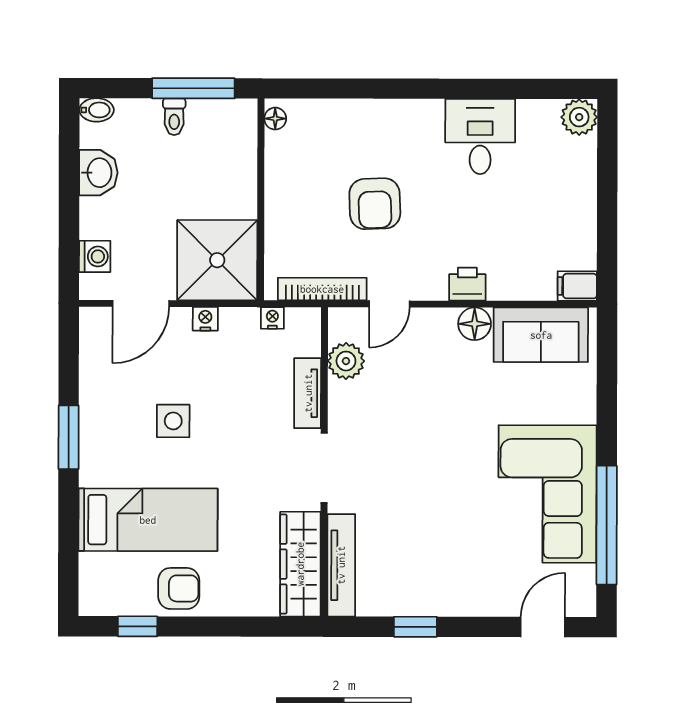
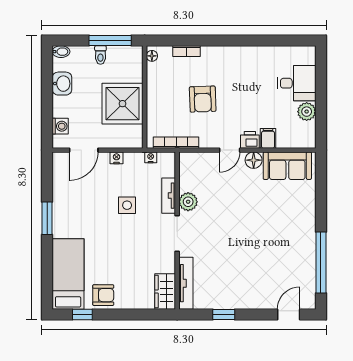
bookcase: (343, 109) -> (187, 51), added
plant: (579, 117) -> (307, 112), moved
desk: (480, 137) -> (297, 83), moved, turned 90
shower: (217, 260) -> (123, 104), moved
filing cabinet: (577, 286) -> (268, 138), moved, turned 90
door: (389, 304) -> (230, 150), moved
plant: (346, 361) -> (188, 202), moved
side table: (173, 421) -> (127, 205), moved
corner sofa: (548, 494) -> (291, 247), removed
bed: (148, 520) -> (68, 274), moved, turned -90
wardrobe: (300, 564) -> (165, 291), width x0.67

